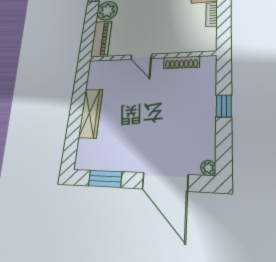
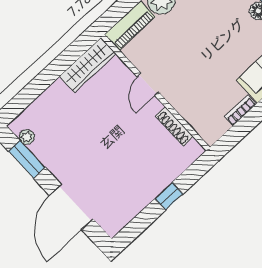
wardrobe: (91, 113) -> (88, 65), moved
plant: (208, 168) -> (27, 137), moved

